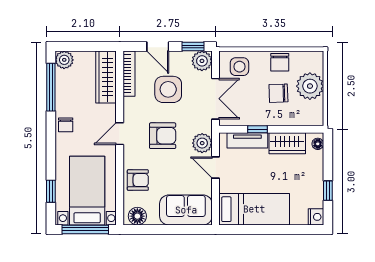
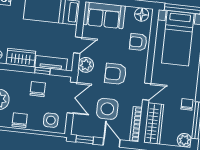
plant: (202, 61) -> (79, 128), removed
chair: (278, 93) -> (38, 89), moved, turned -88
double door: (216, 99) -> (72, 98), swing flipped
chair: (66, 125) -> (187, 104), moved
door: (120, 134) -> (147, 92), moved
door: (216, 167) -> (78, 45), hinge flipped

